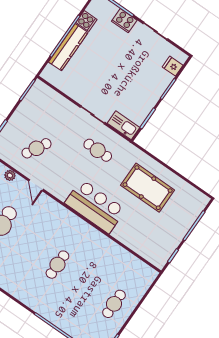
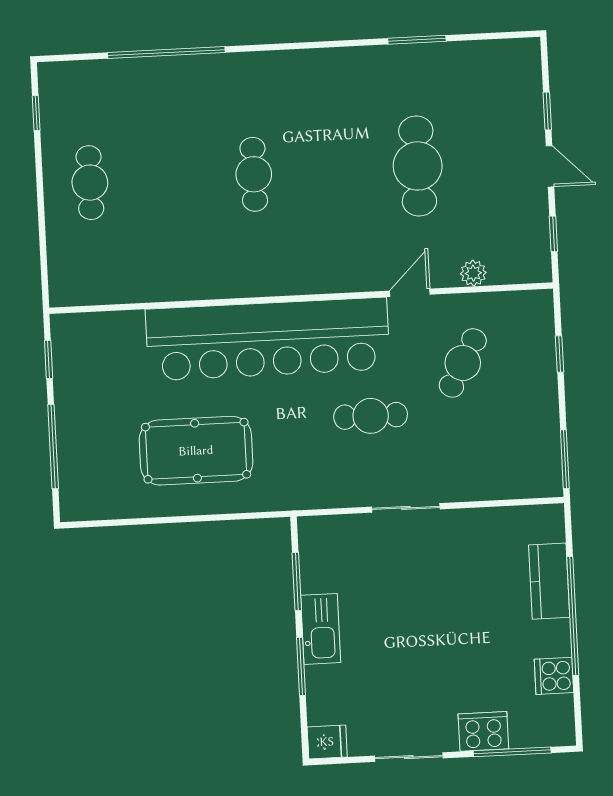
kitchen counter: (68, 47) -> (549, 581), width x0.67
fridge: (173, 66) -> (327, 742), moved
kitchen sink: (123, 125) -> (321, 629), moved, turned -90
cafe table: (98, 150) -> (371, 416), moved
door: (36, 185) -> (410, 293), hinge flipped
bar counter: (95, 206) -> (268, 339), width x1.86

